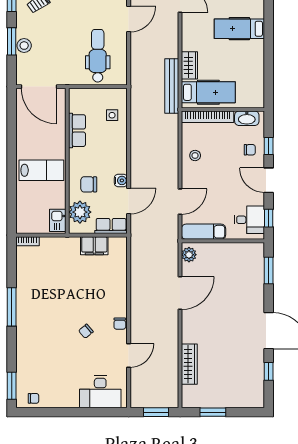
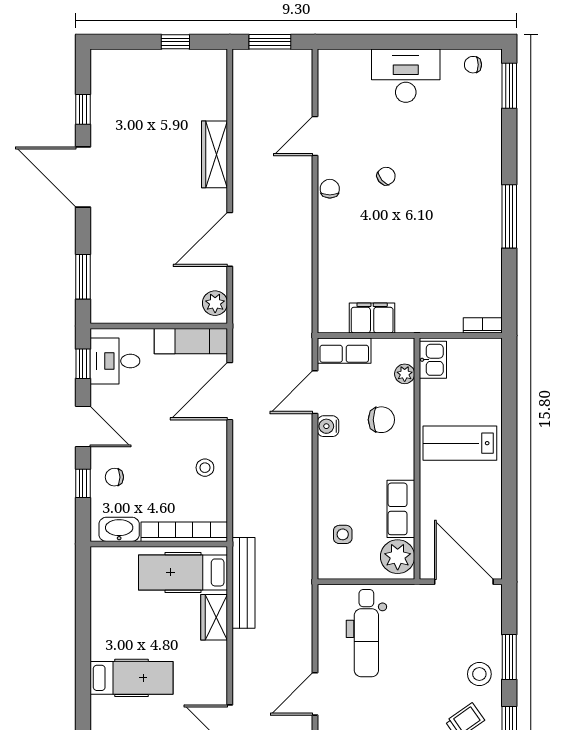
stool: (24, 46) -> (479, 674), moved
plant: (79, 102) -> (398, 557), added
door: (180, 202) -> (230, 391), width x1.36
plant: (80, 212) -> (405, 374), width x0.53, depth x0.53
wardrobe: (189, 364) -> (214, 154), moved
desk: (100, 392) -> (406, 76), moved
window: (213, 412) -> (175, 42), width x0.67

